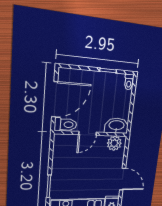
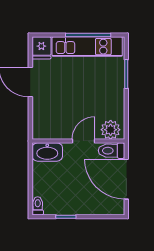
door: (55, 99) -> (126, 179), hinge flipped
plant: (114, 143) -> (111, 130), moved

